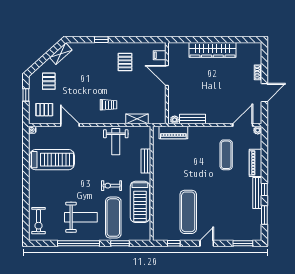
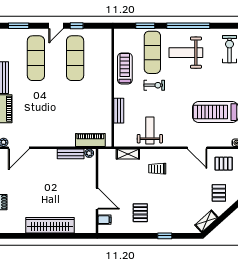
exercise mat: (226, 155) -> (36, 58), moved, width x1.36, depth x1.45
treadmill: (140, 202) -> (125, 68), width x0.73, depth x0.73
window: (174, 243) -> (77, 26), moved

